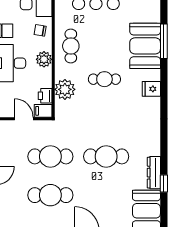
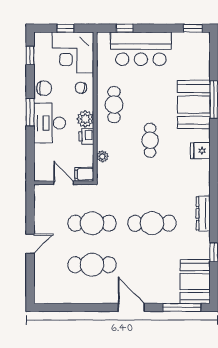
cafe table: (104, 79) -> (150, 140), turned 90
plant: (65, 89) -> (102, 156), width x0.53, depth x0.53
printer: (45, 96) -> (86, 136), moved
dresser: (154, 173) -> (203, 213), moved

